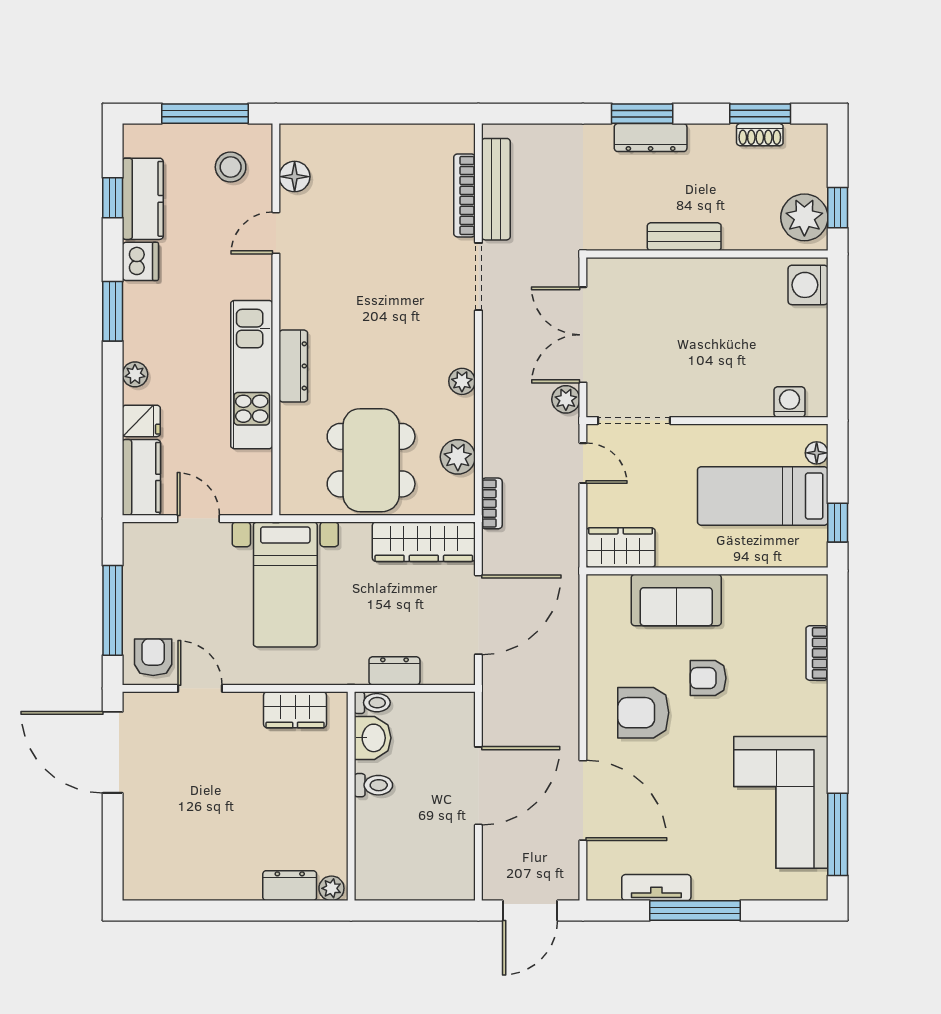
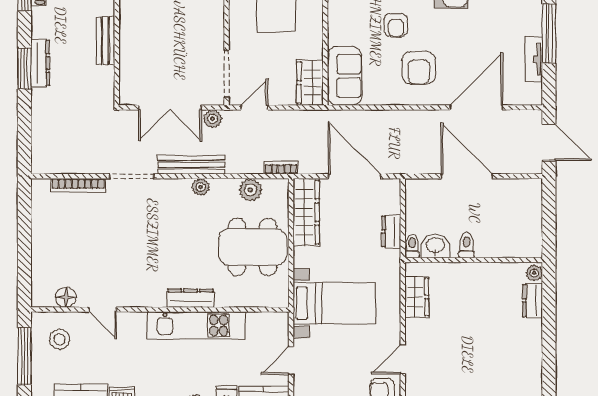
bench: (496, 189) -> (191, 165), moved
sofa: (676, 600) -> (345, 76), moved

